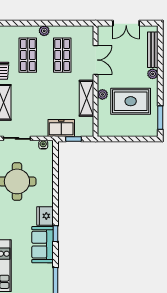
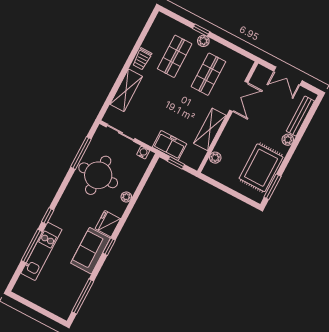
window: (38, 23) -> (201, 30), added
plant: (102, 94) -> (215, 158), moved
rug: (131, 101) -> (261, 168), moved, turned 90
plant: (48, 187) -> (126, 197), added

